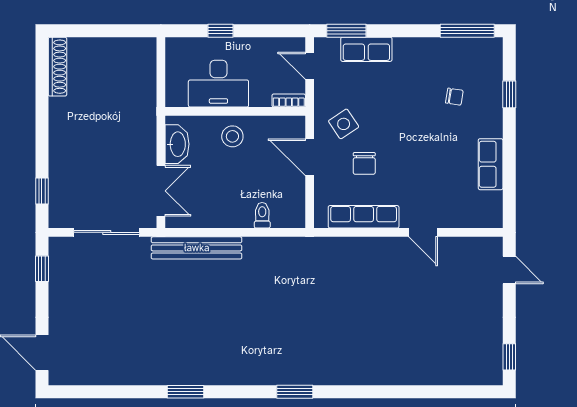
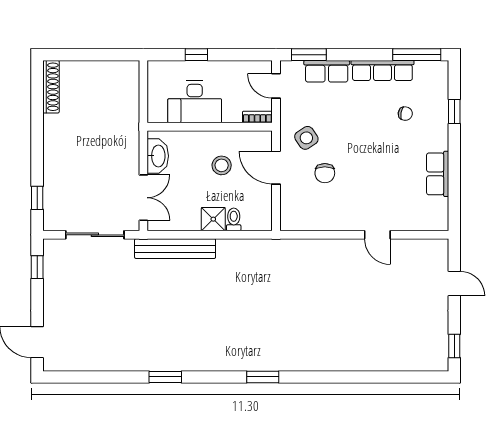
stool: (232, 136) -> (222, 165), moved
shower: (239, 215) -> (213, 219), added
row of seats: (364, 217) -> (382, 71), moved, turned 180
door: (509, 270) -> (454, 284), moved

